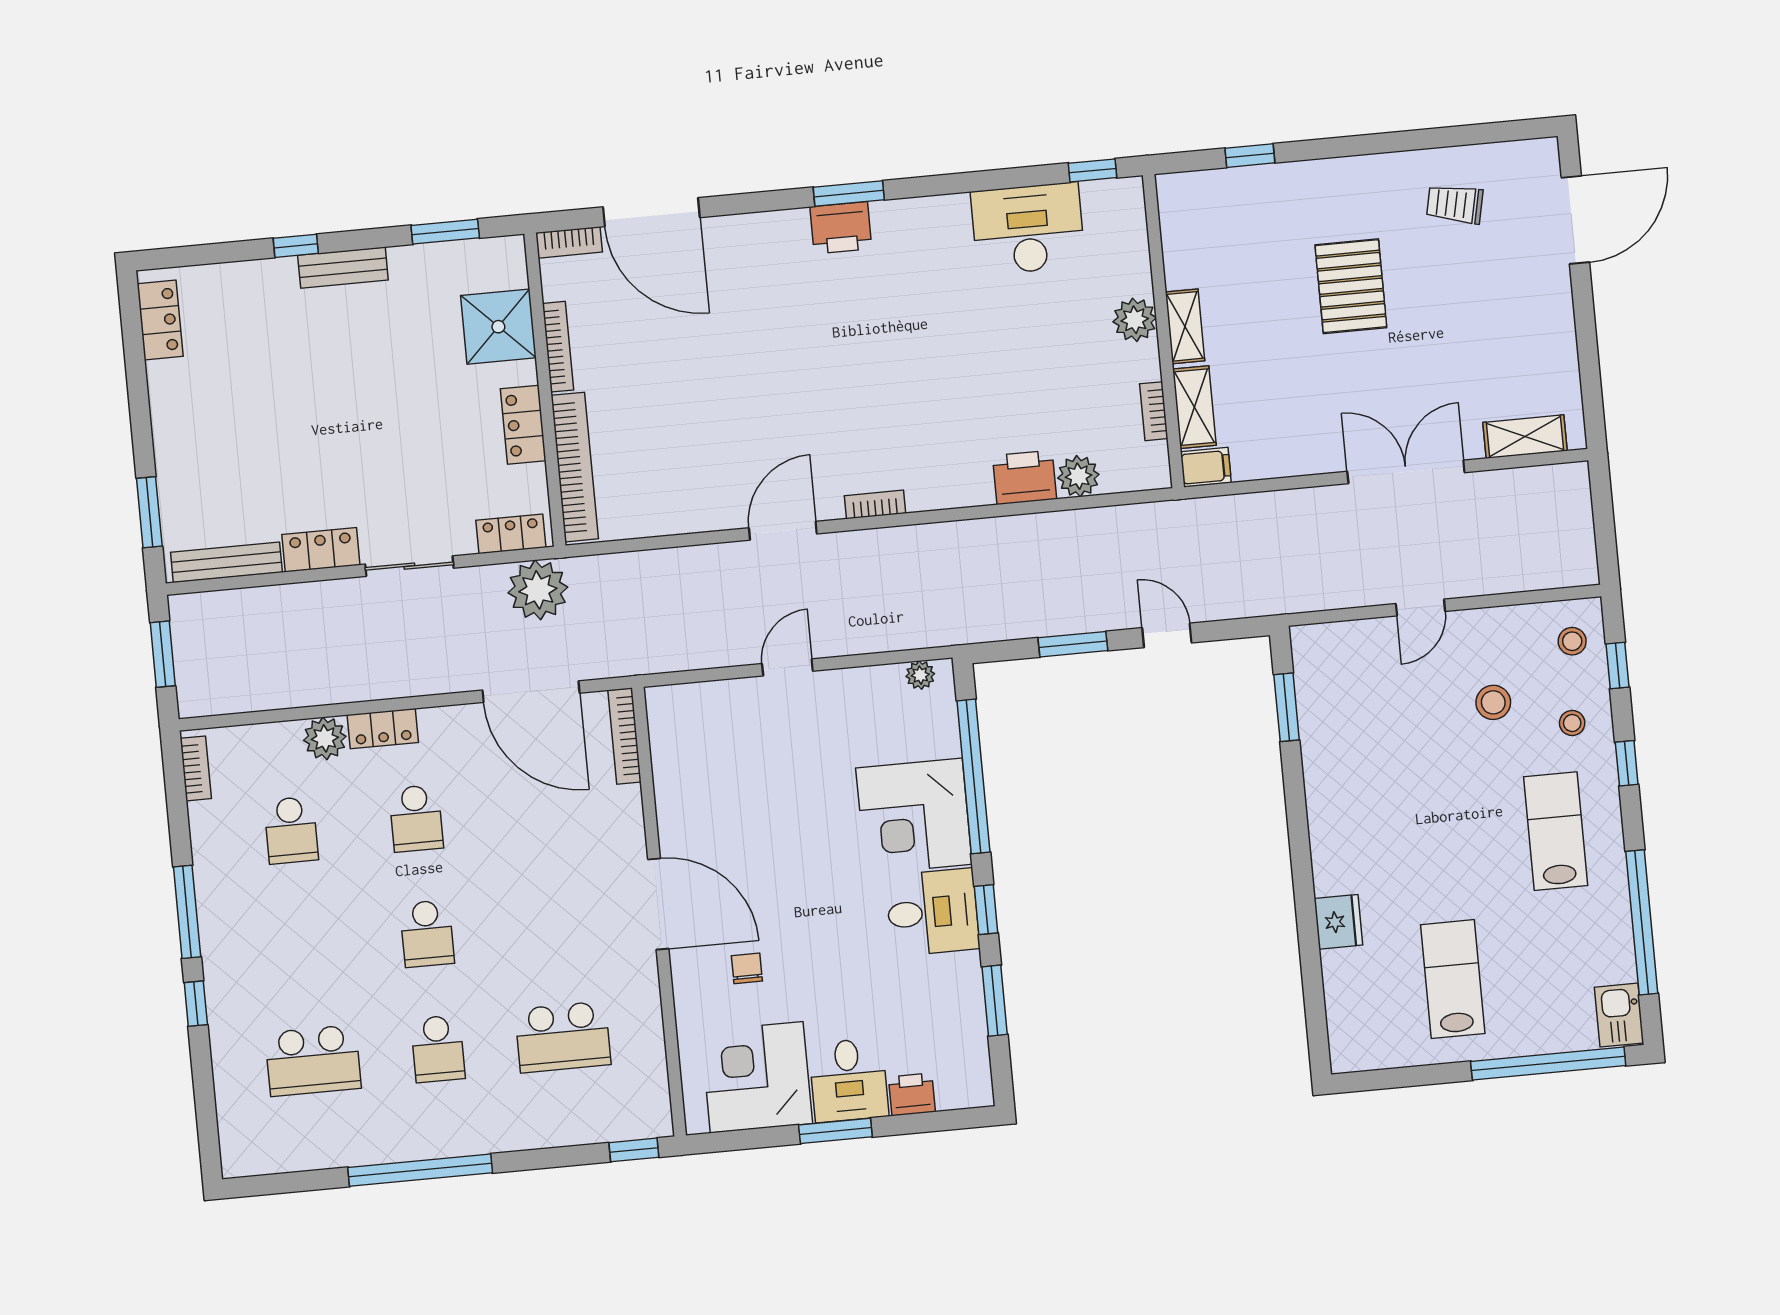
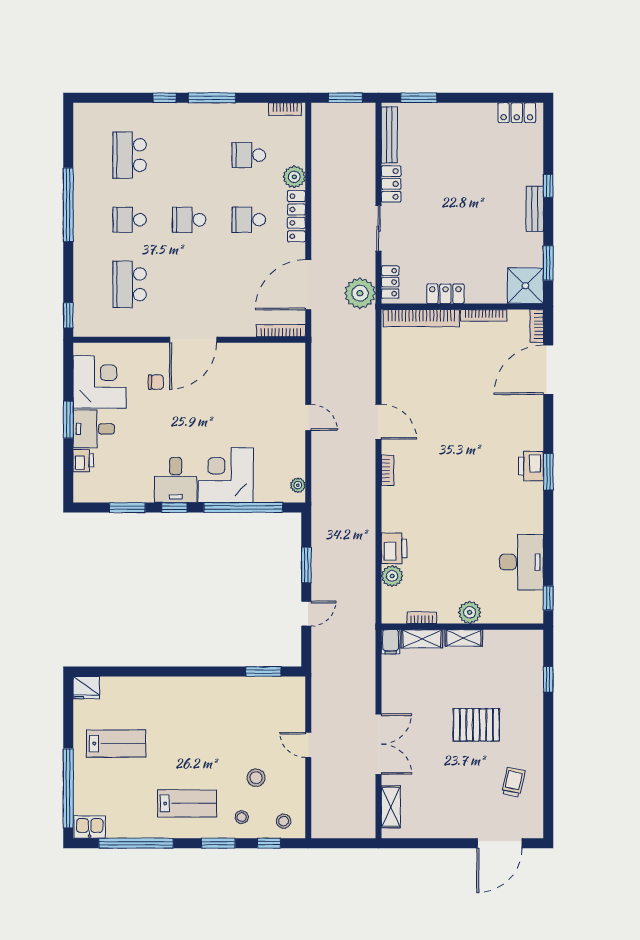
door: (1575, 220) -> (499, 843), hinge flipped
shower: (498, 327) -> (525, 286), moved
locker: (383, 729) -> (296, 216), width x1.53
window: (1627, 763) -> (218, 843), width x1.50
fridge: (1338, 922) -> (86, 688), moved

